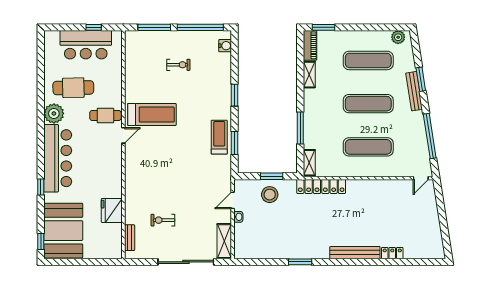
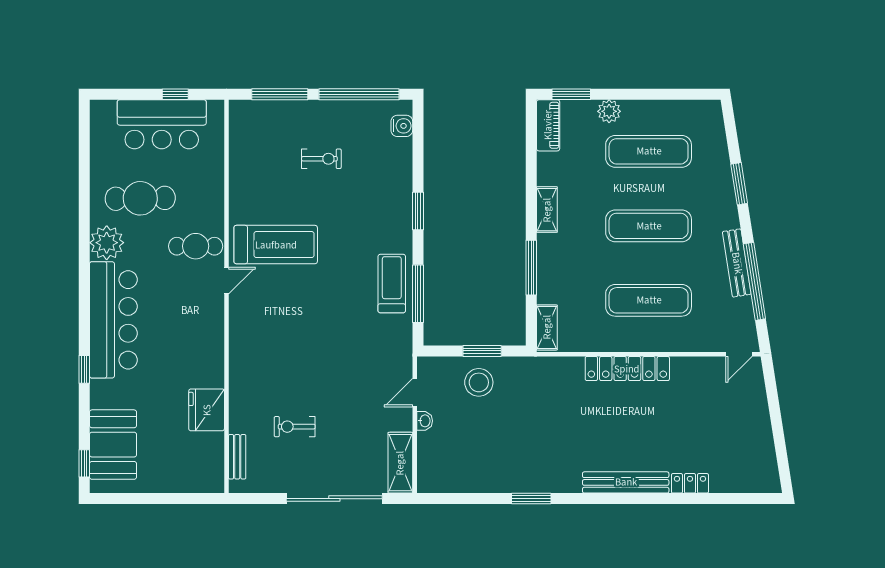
plant: (398, 37) -> (609, 111), moved
shelving: (309, 75) -> (547, 210), moved
bench: (414, 91) -> (737, 263), moved
window: (234, 143) -> (418, 294), width x1.44
locker: (321, 186) -> (627, 369), moved
booth: (63, 231) -> (113, 445), width x0.73, depth x0.70

